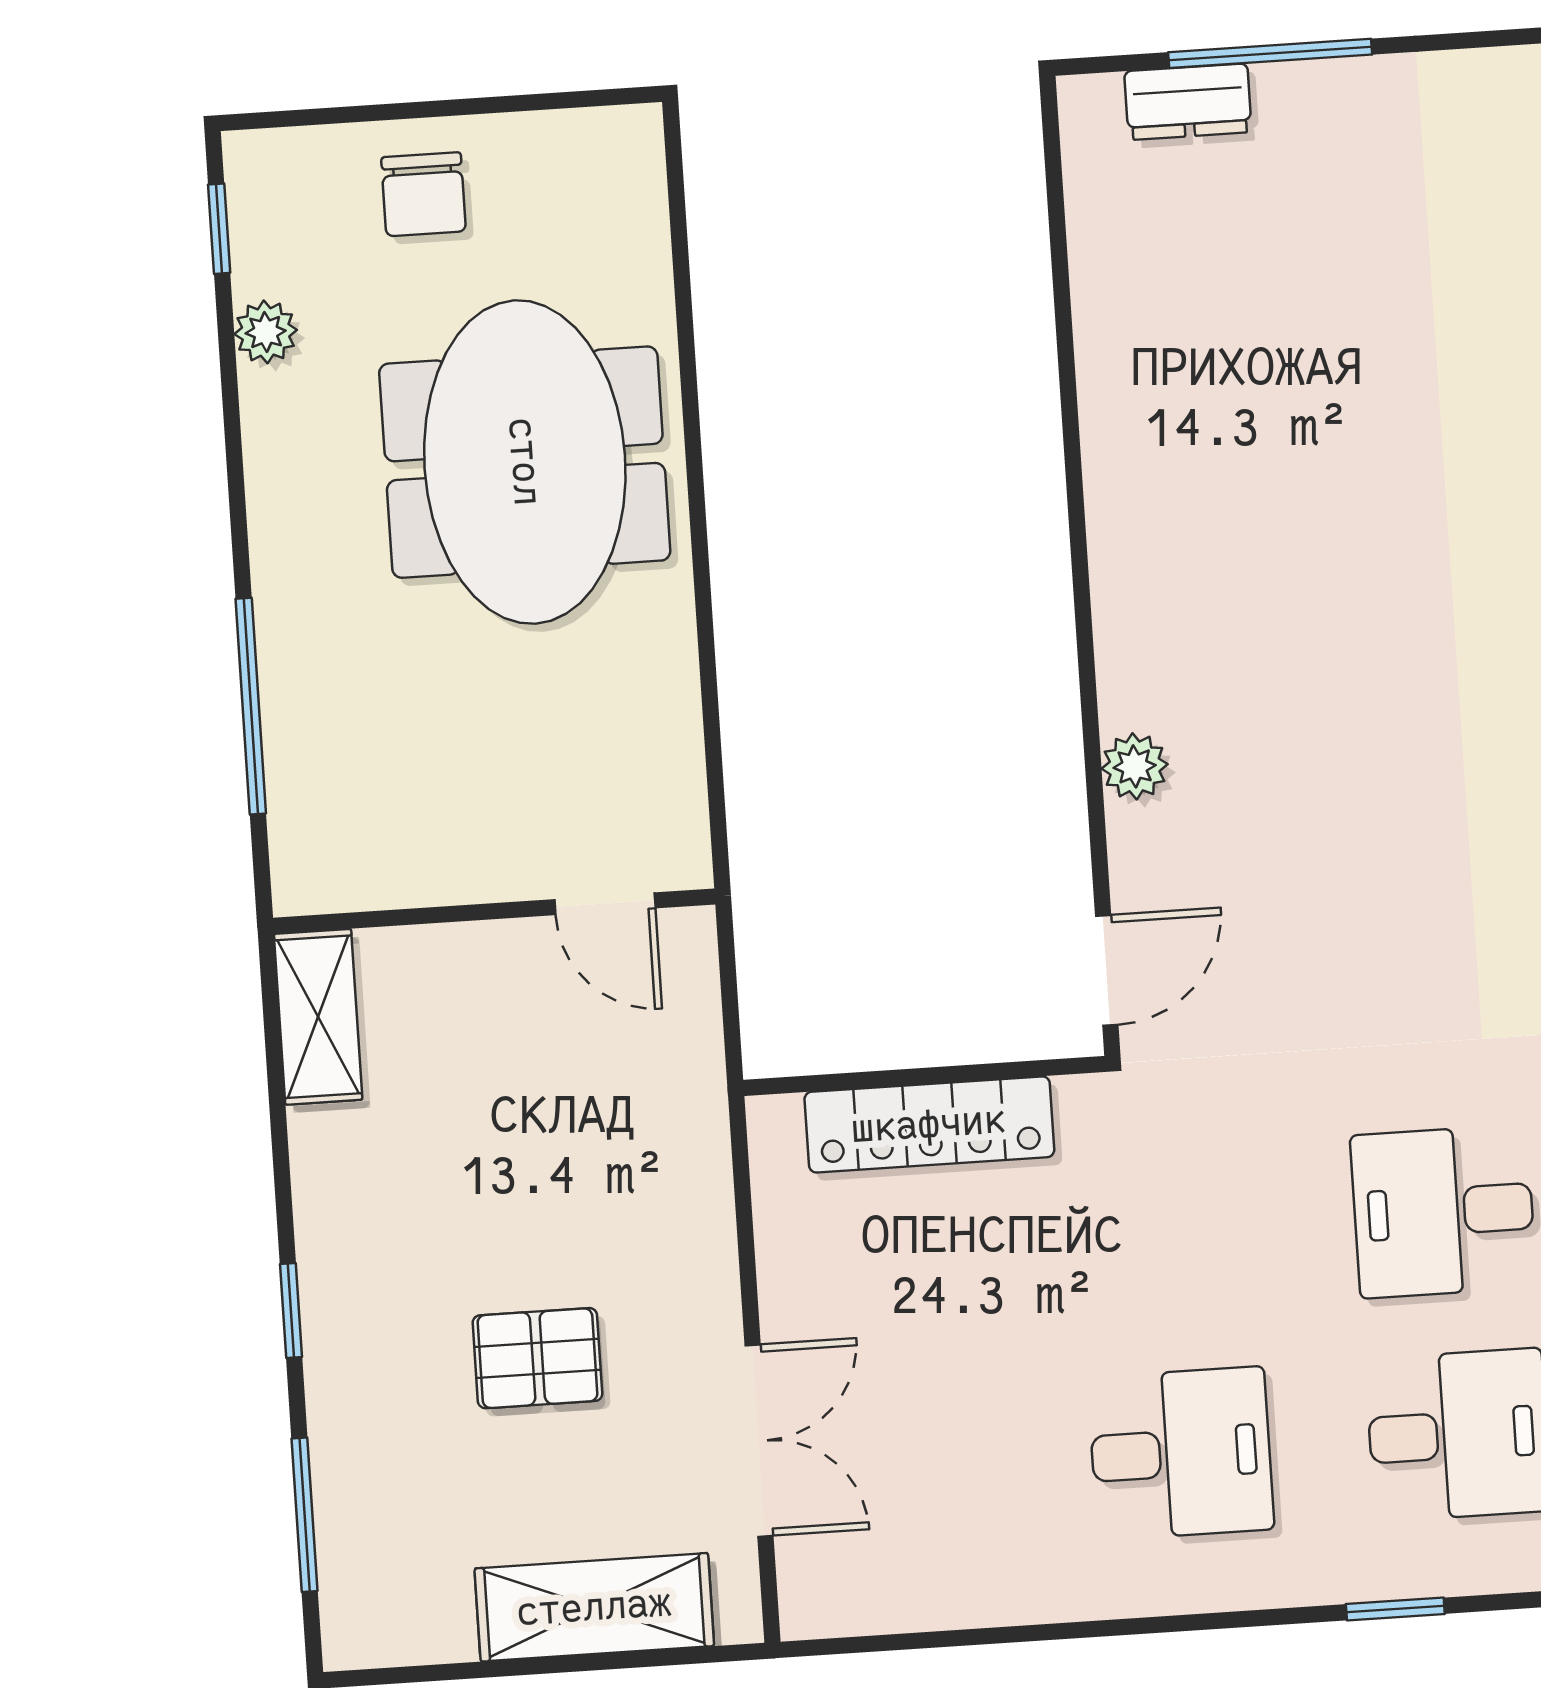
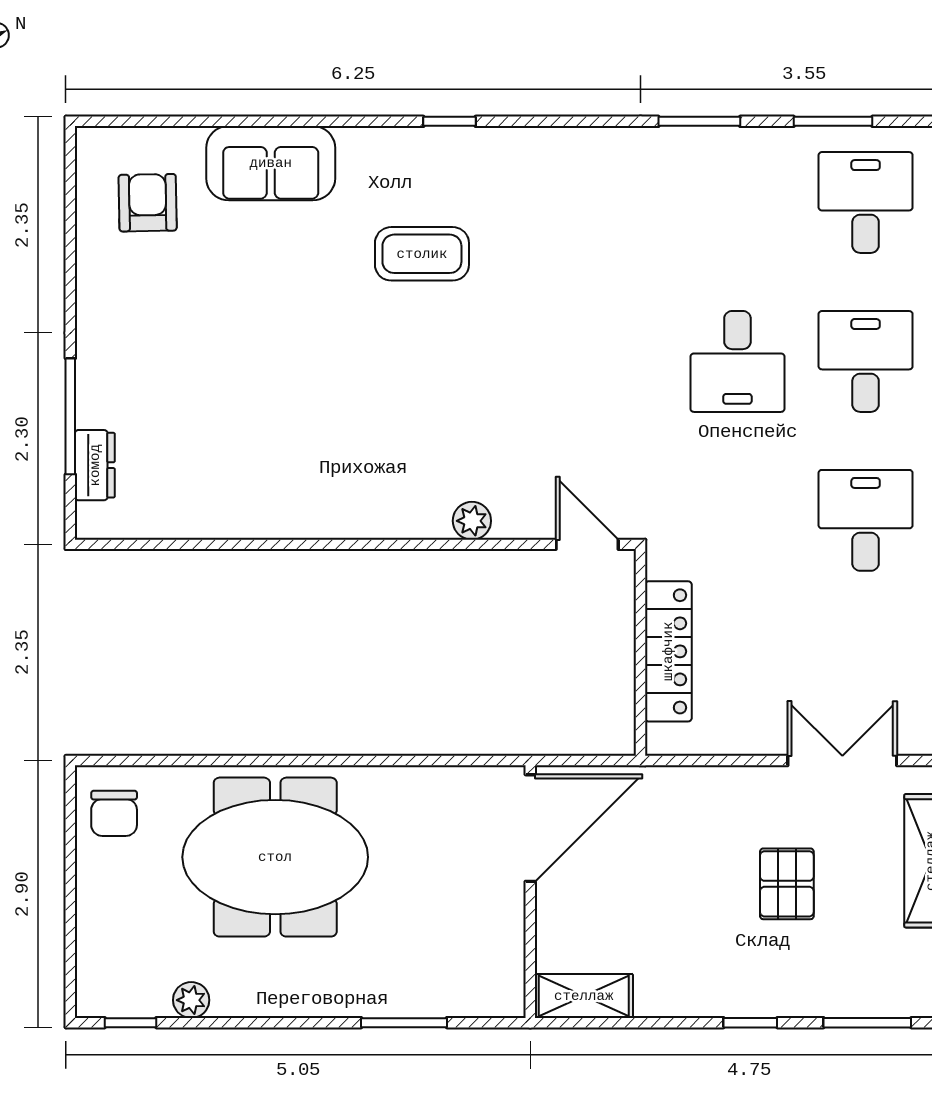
chair: (424, 194) -> (114, 813), moved, turned 90
window: (251, 706) -> (404, 1023), width x0.69
door: (605, 904) -> (530, 828), width x1.87

